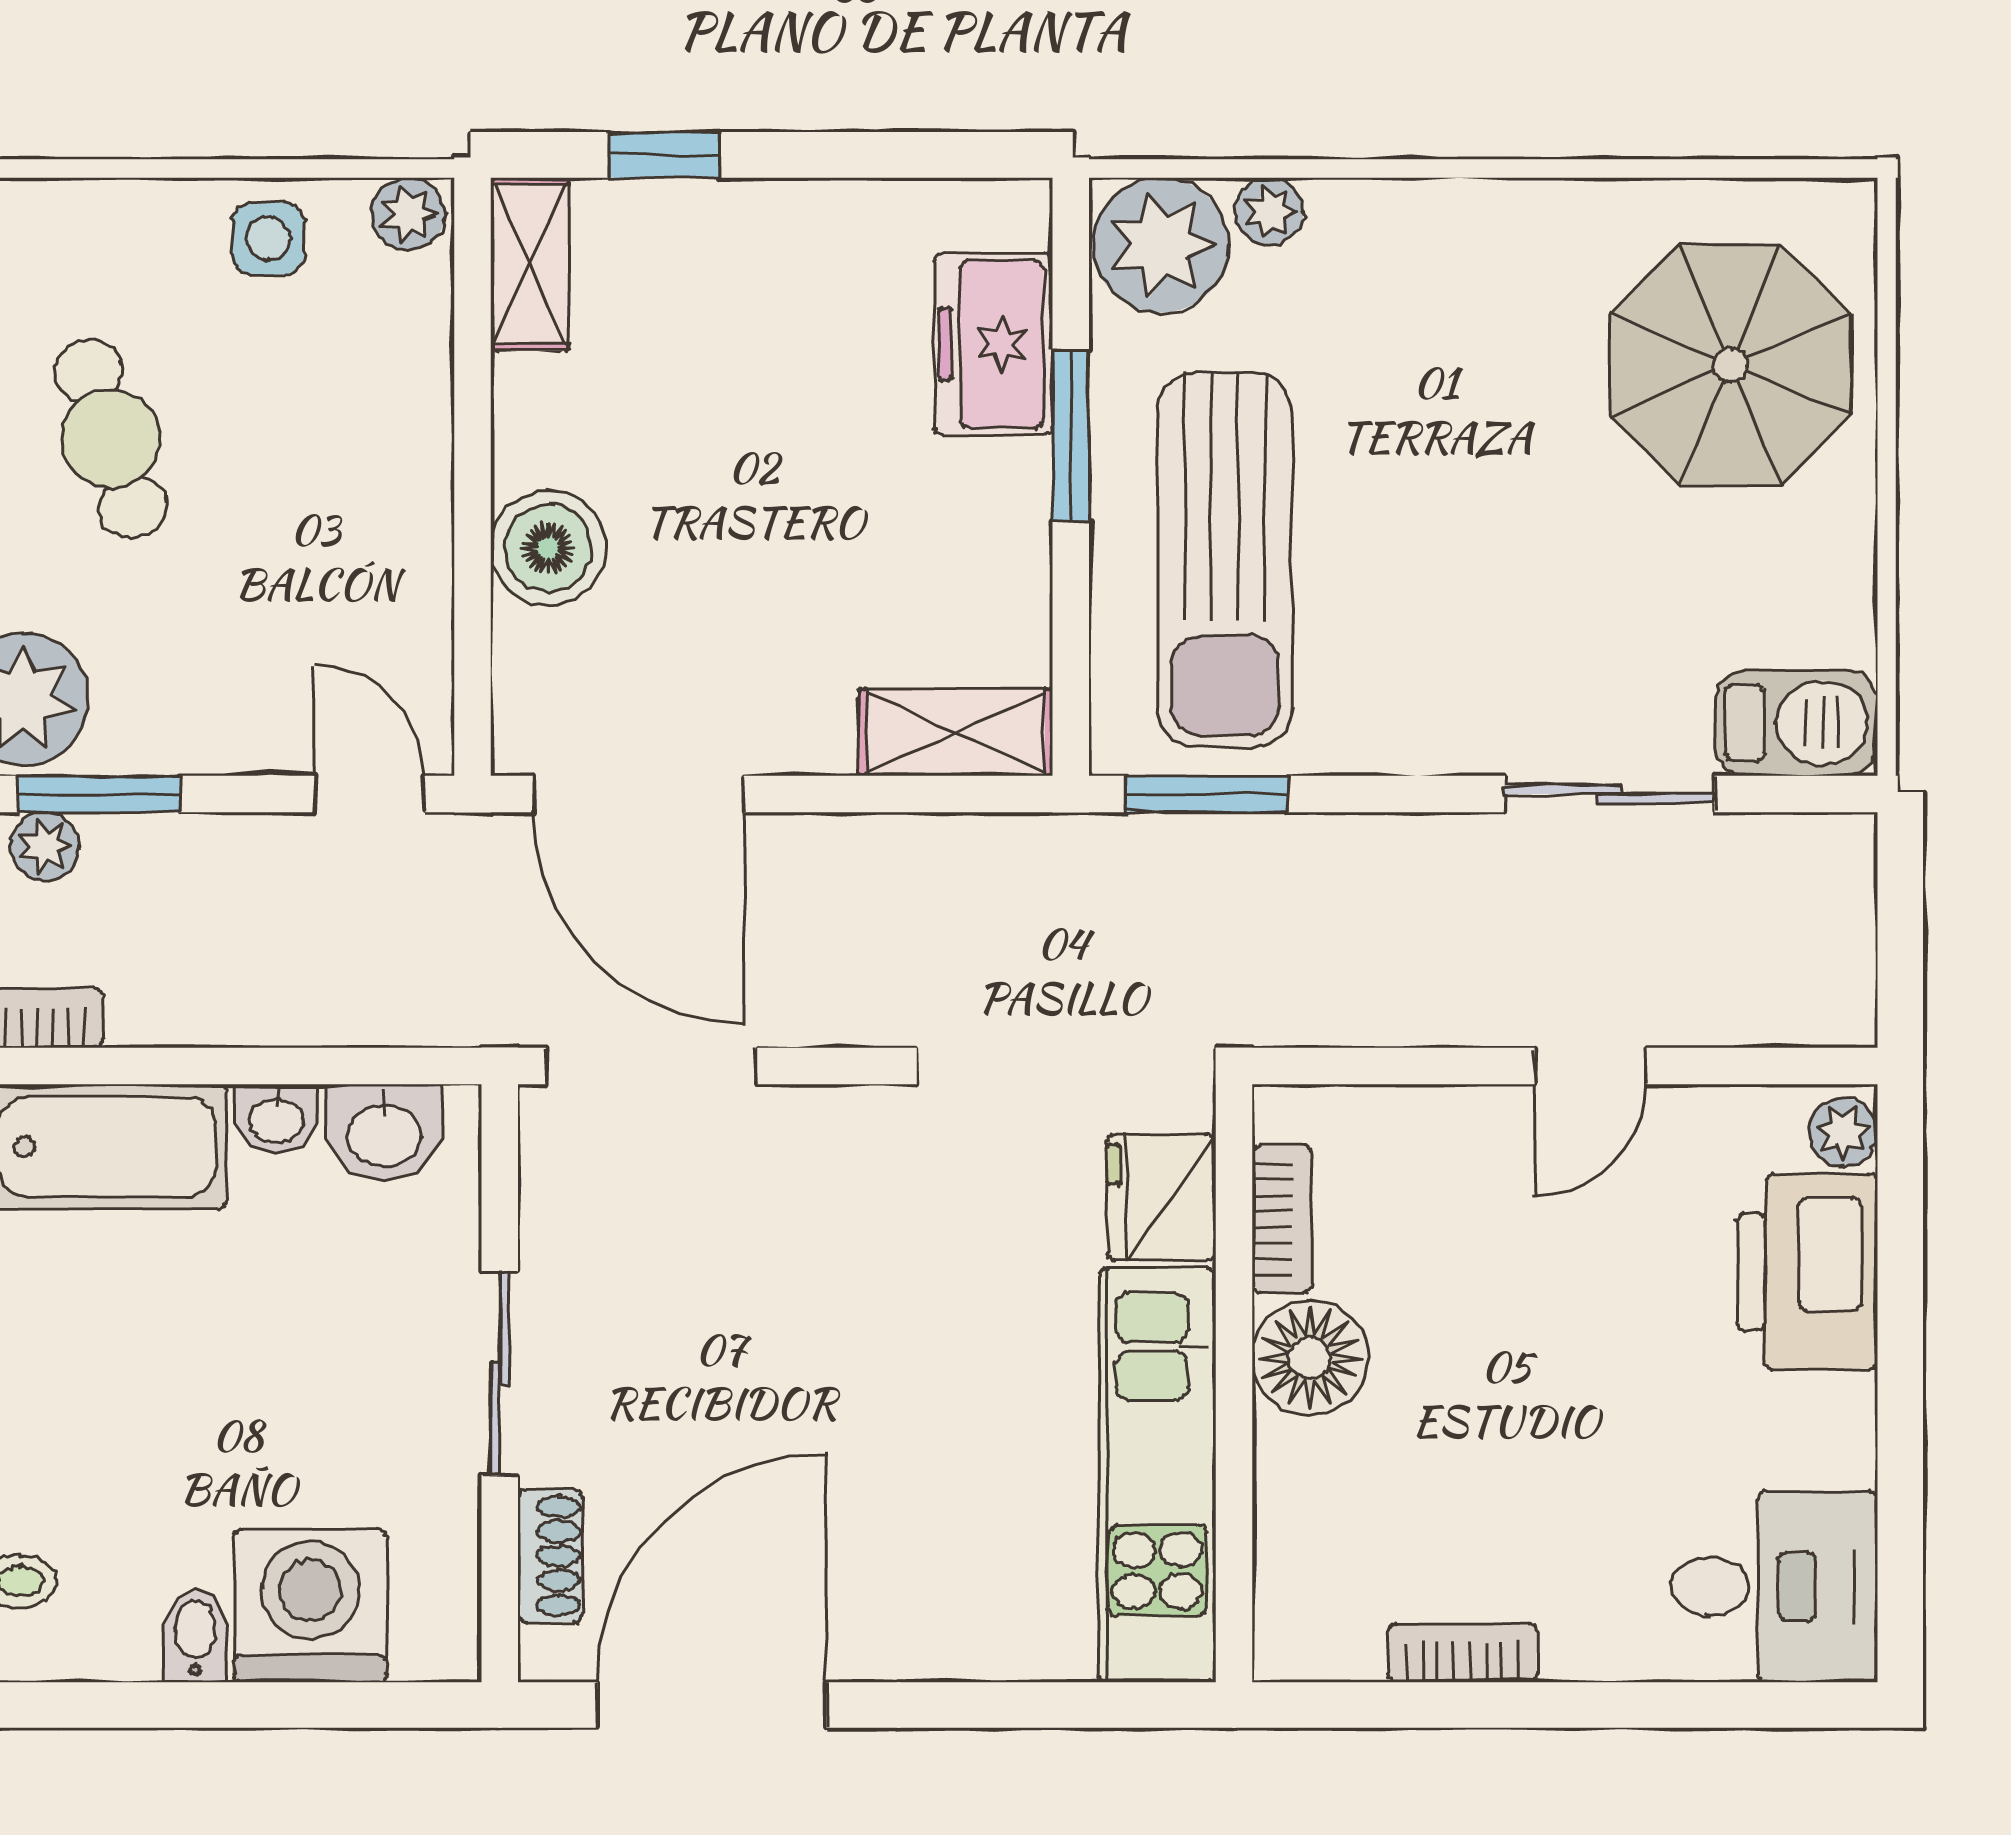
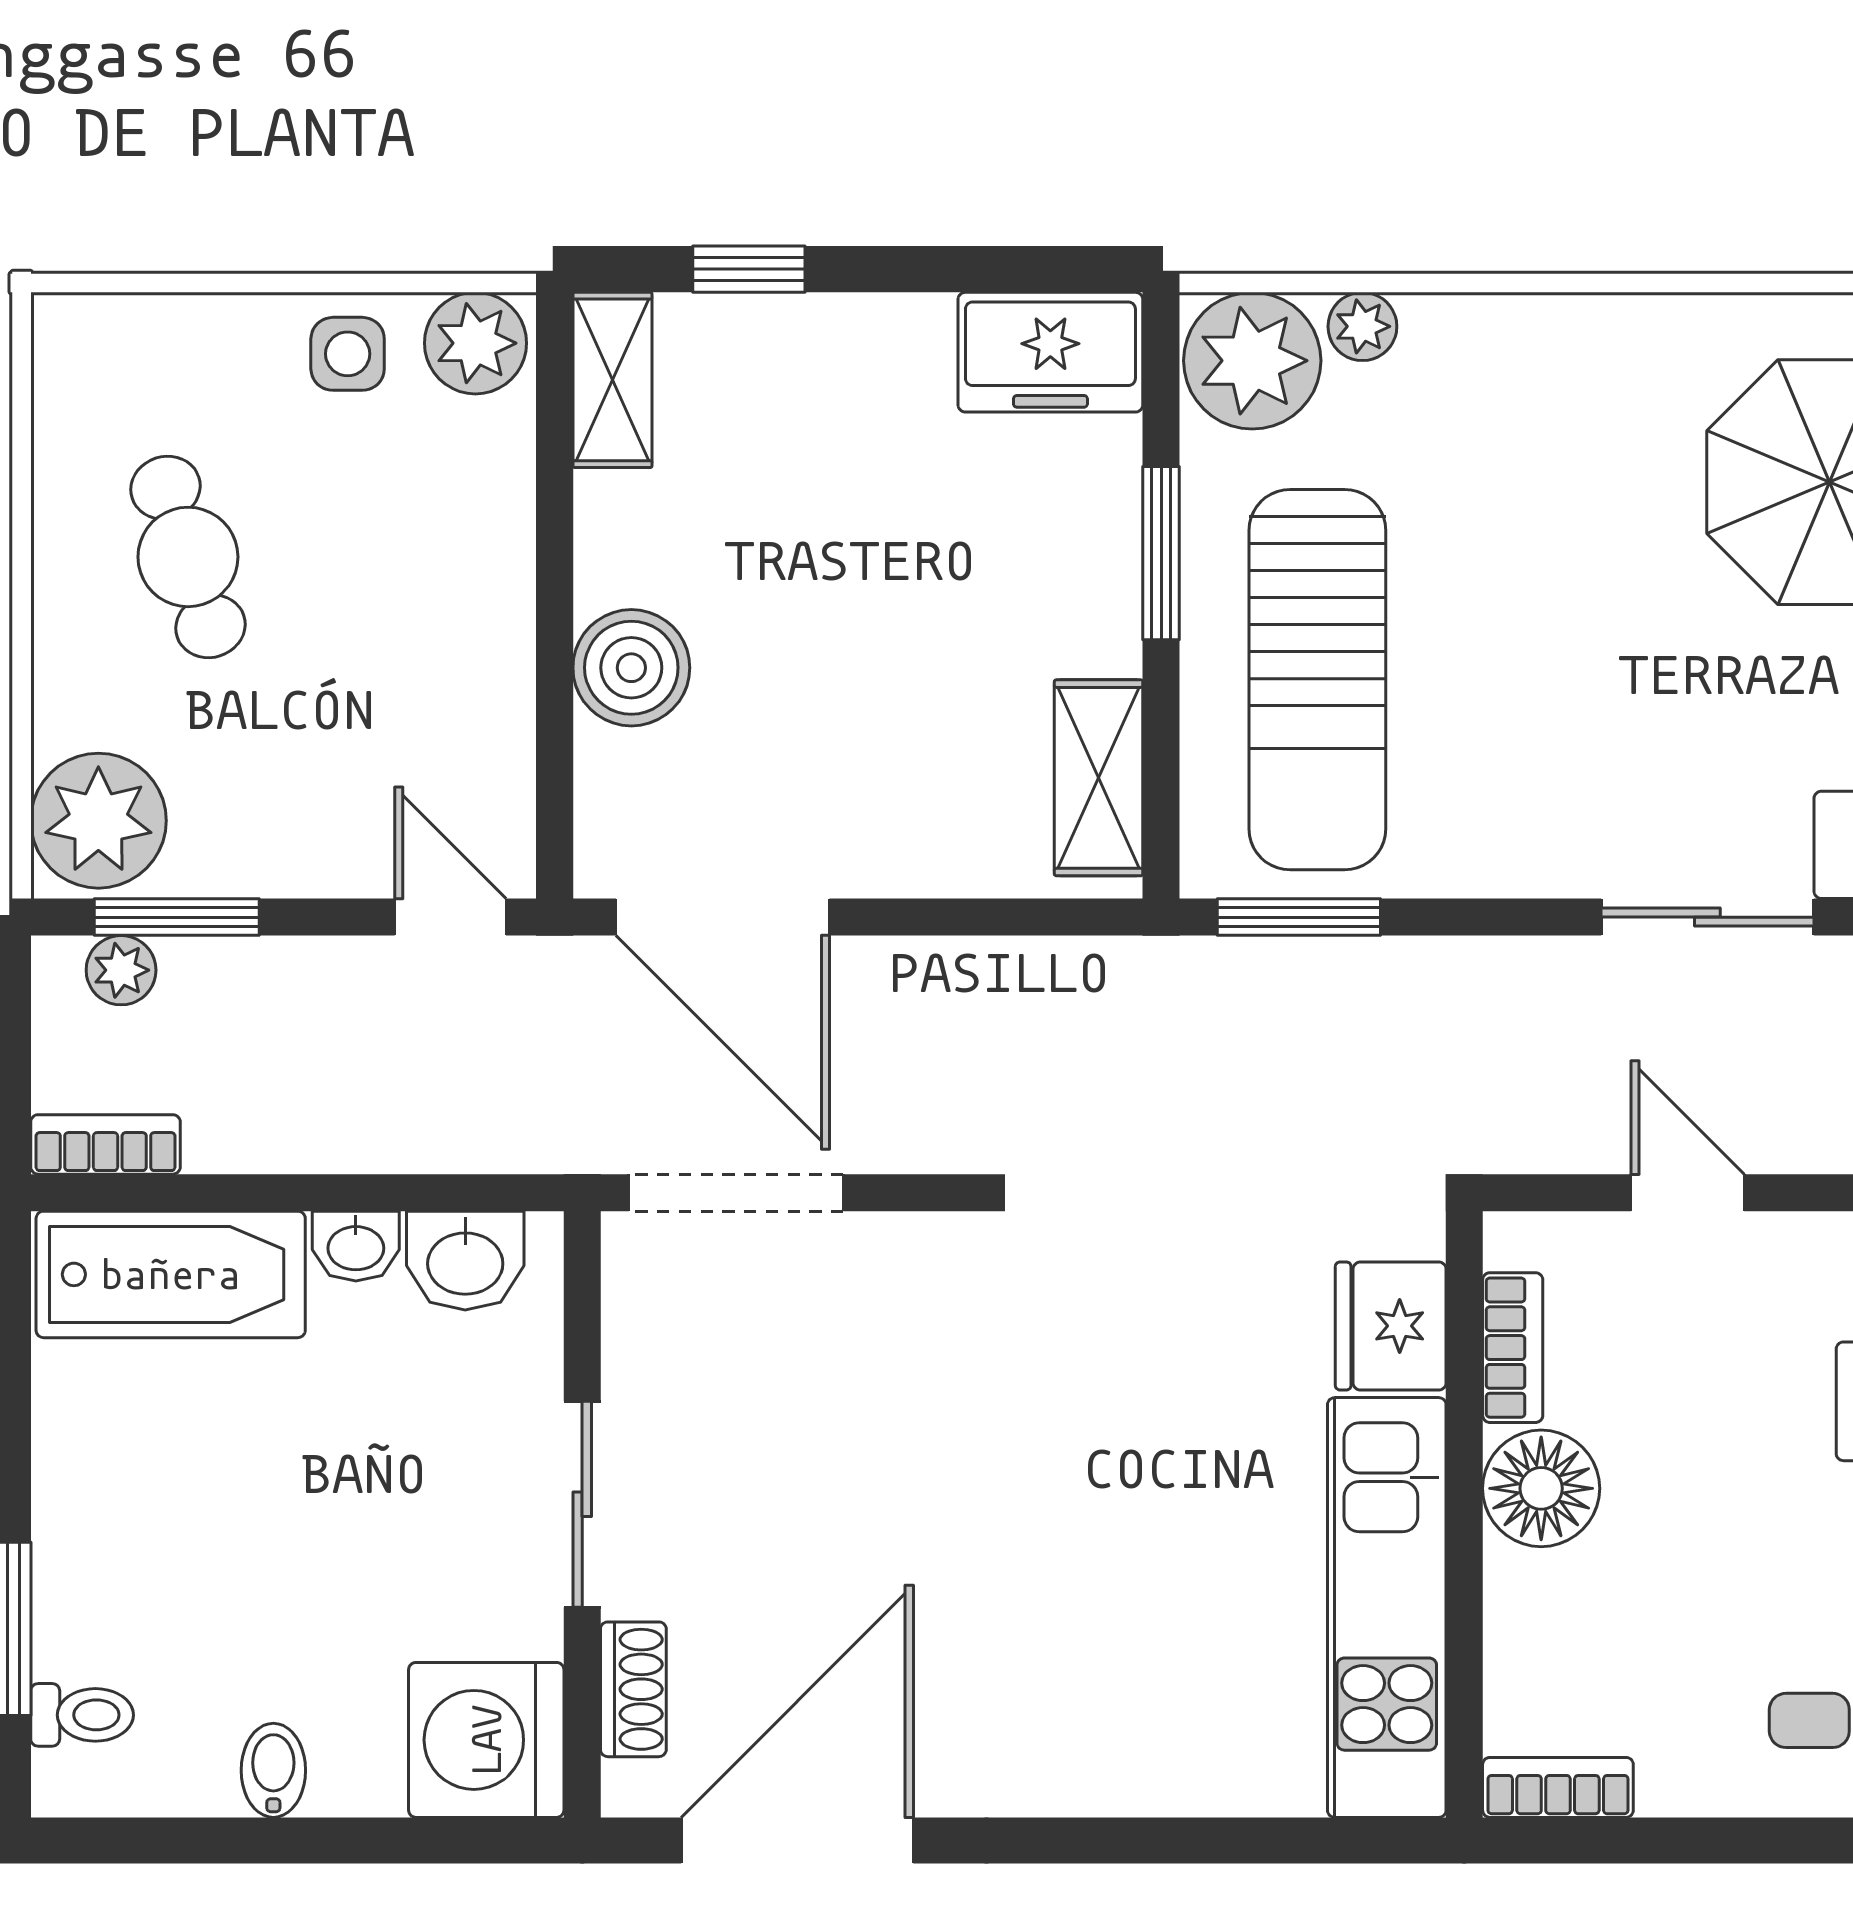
plant: (408, 214) -> (475, 343), width x1.38, depth x1.38
freezer: (994, 344) -> (1050, 352), moved, turned -90
shelving: (956, 732) -> (1099, 778), moved, turned 90
door: (1590, 1066) -> (1688, 1193), swing flipped
fridge: (1161, 1197) -> (1391, 1326), moved
bookcase: (1282, 1219) -> (1513, 1348), moved
floor lamp: (1310, 1358) -> (1541, 1488), moved
wall: (1234, 1383) -> (1464, 1514), moved
kitchen unit: (1157, 1475) -> (1387, 1607), moved
washing machine: (310, 1606) -> (486, 1740), moved, turned -90

